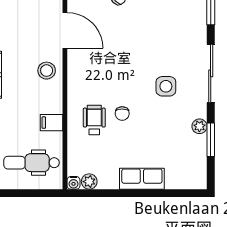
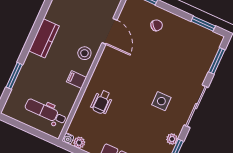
chair: (122, 114) -> (123, 106), removed
wheelchair: (94, 120) -> (102, 102), turned 180
filing cabinet: (51, 123) -> (77, 80), moved

